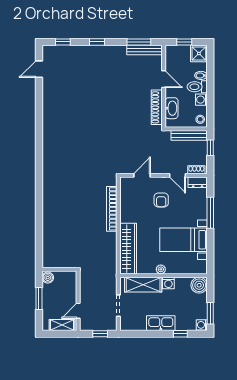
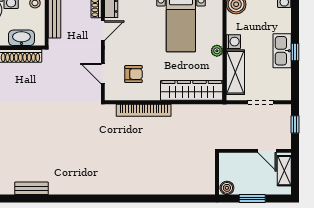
bench: (47, 116) -> (32, 188), added
armchair: (161, 200) -> (134, 74), moved
window: (180, 334) -> (295, 52), moved

